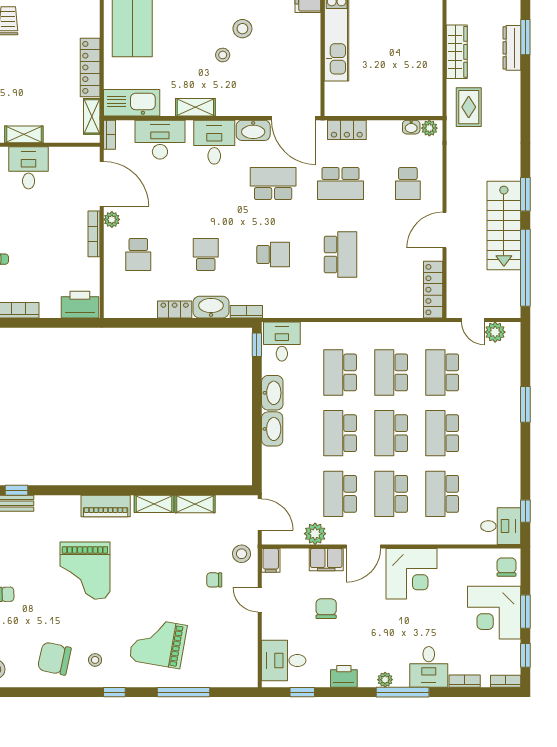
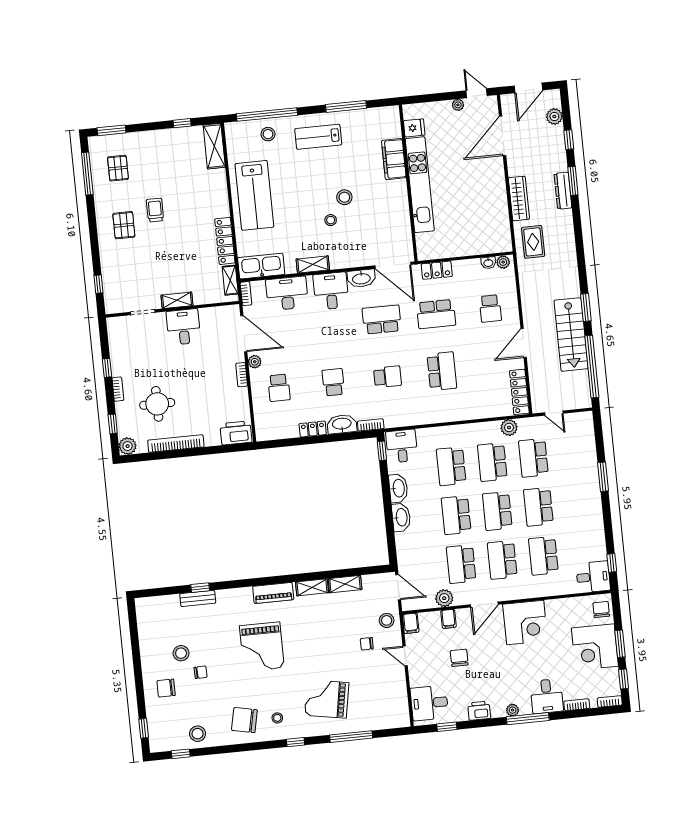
bookcase: (94, 234) -> (242, 375), width x0.64
plant: (495, 332) -> (509, 428), moved
filing cabinet: (326, 560) -> (448, 619), width x0.50

